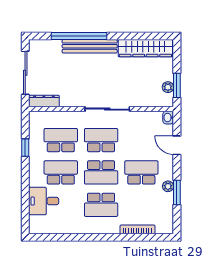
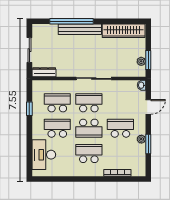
sliding door: (25, 73) -> (29, 50), width x0.73
door: (177, 145) -> (148, 107), swing flipped
desk: (44, 201) -> (44, 155), width x1.37
school desk: (101, 205) -> (89, 154), turned 180

